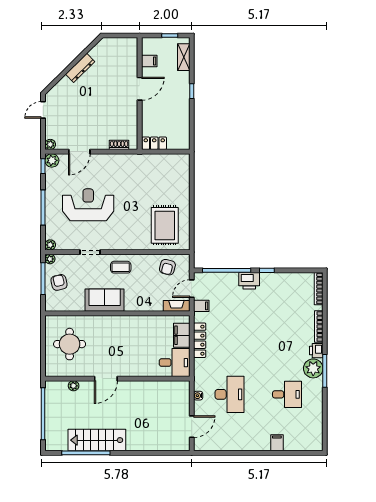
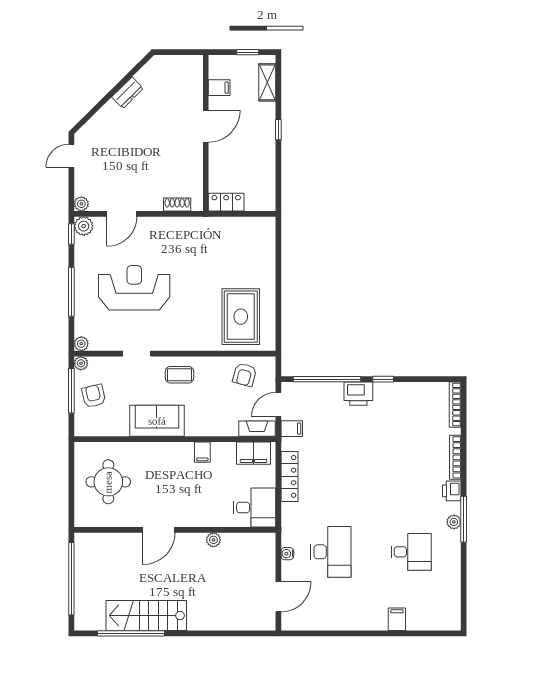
dresser: (80, 68) -> (127, 93), width x0.70
filing cabinet: (137, 323) -> (202, 452), added
filing cabinet: (182, 335) -> (253, 453), moved, turned -90
plant: (313, 368) -> (454, 522), width x0.53, depth x0.53
plant: (74, 386) -> (213, 540), moved

